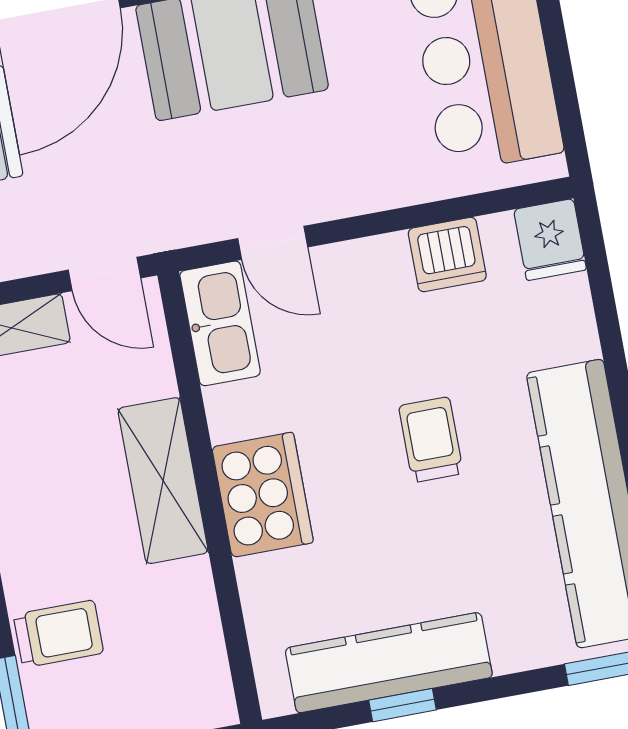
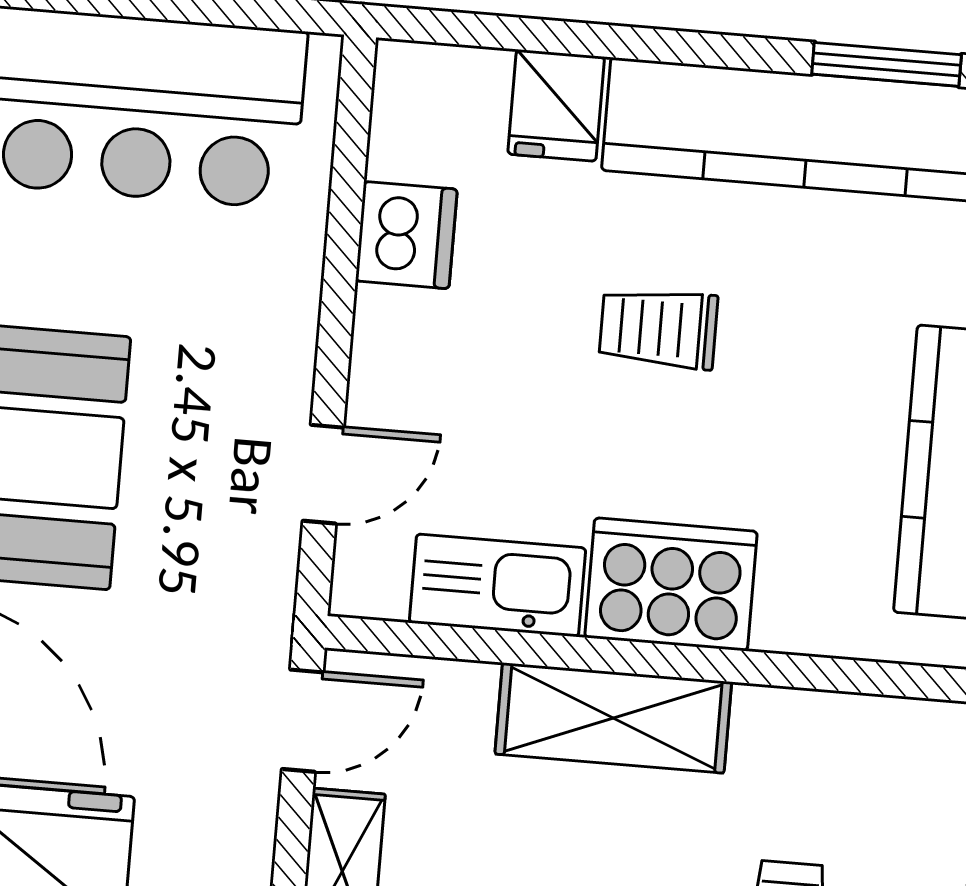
fridge: (550, 240) -> (556, 105), moved, turned 90
kitchen sink: (220, 323) -> (497, 585), moved

